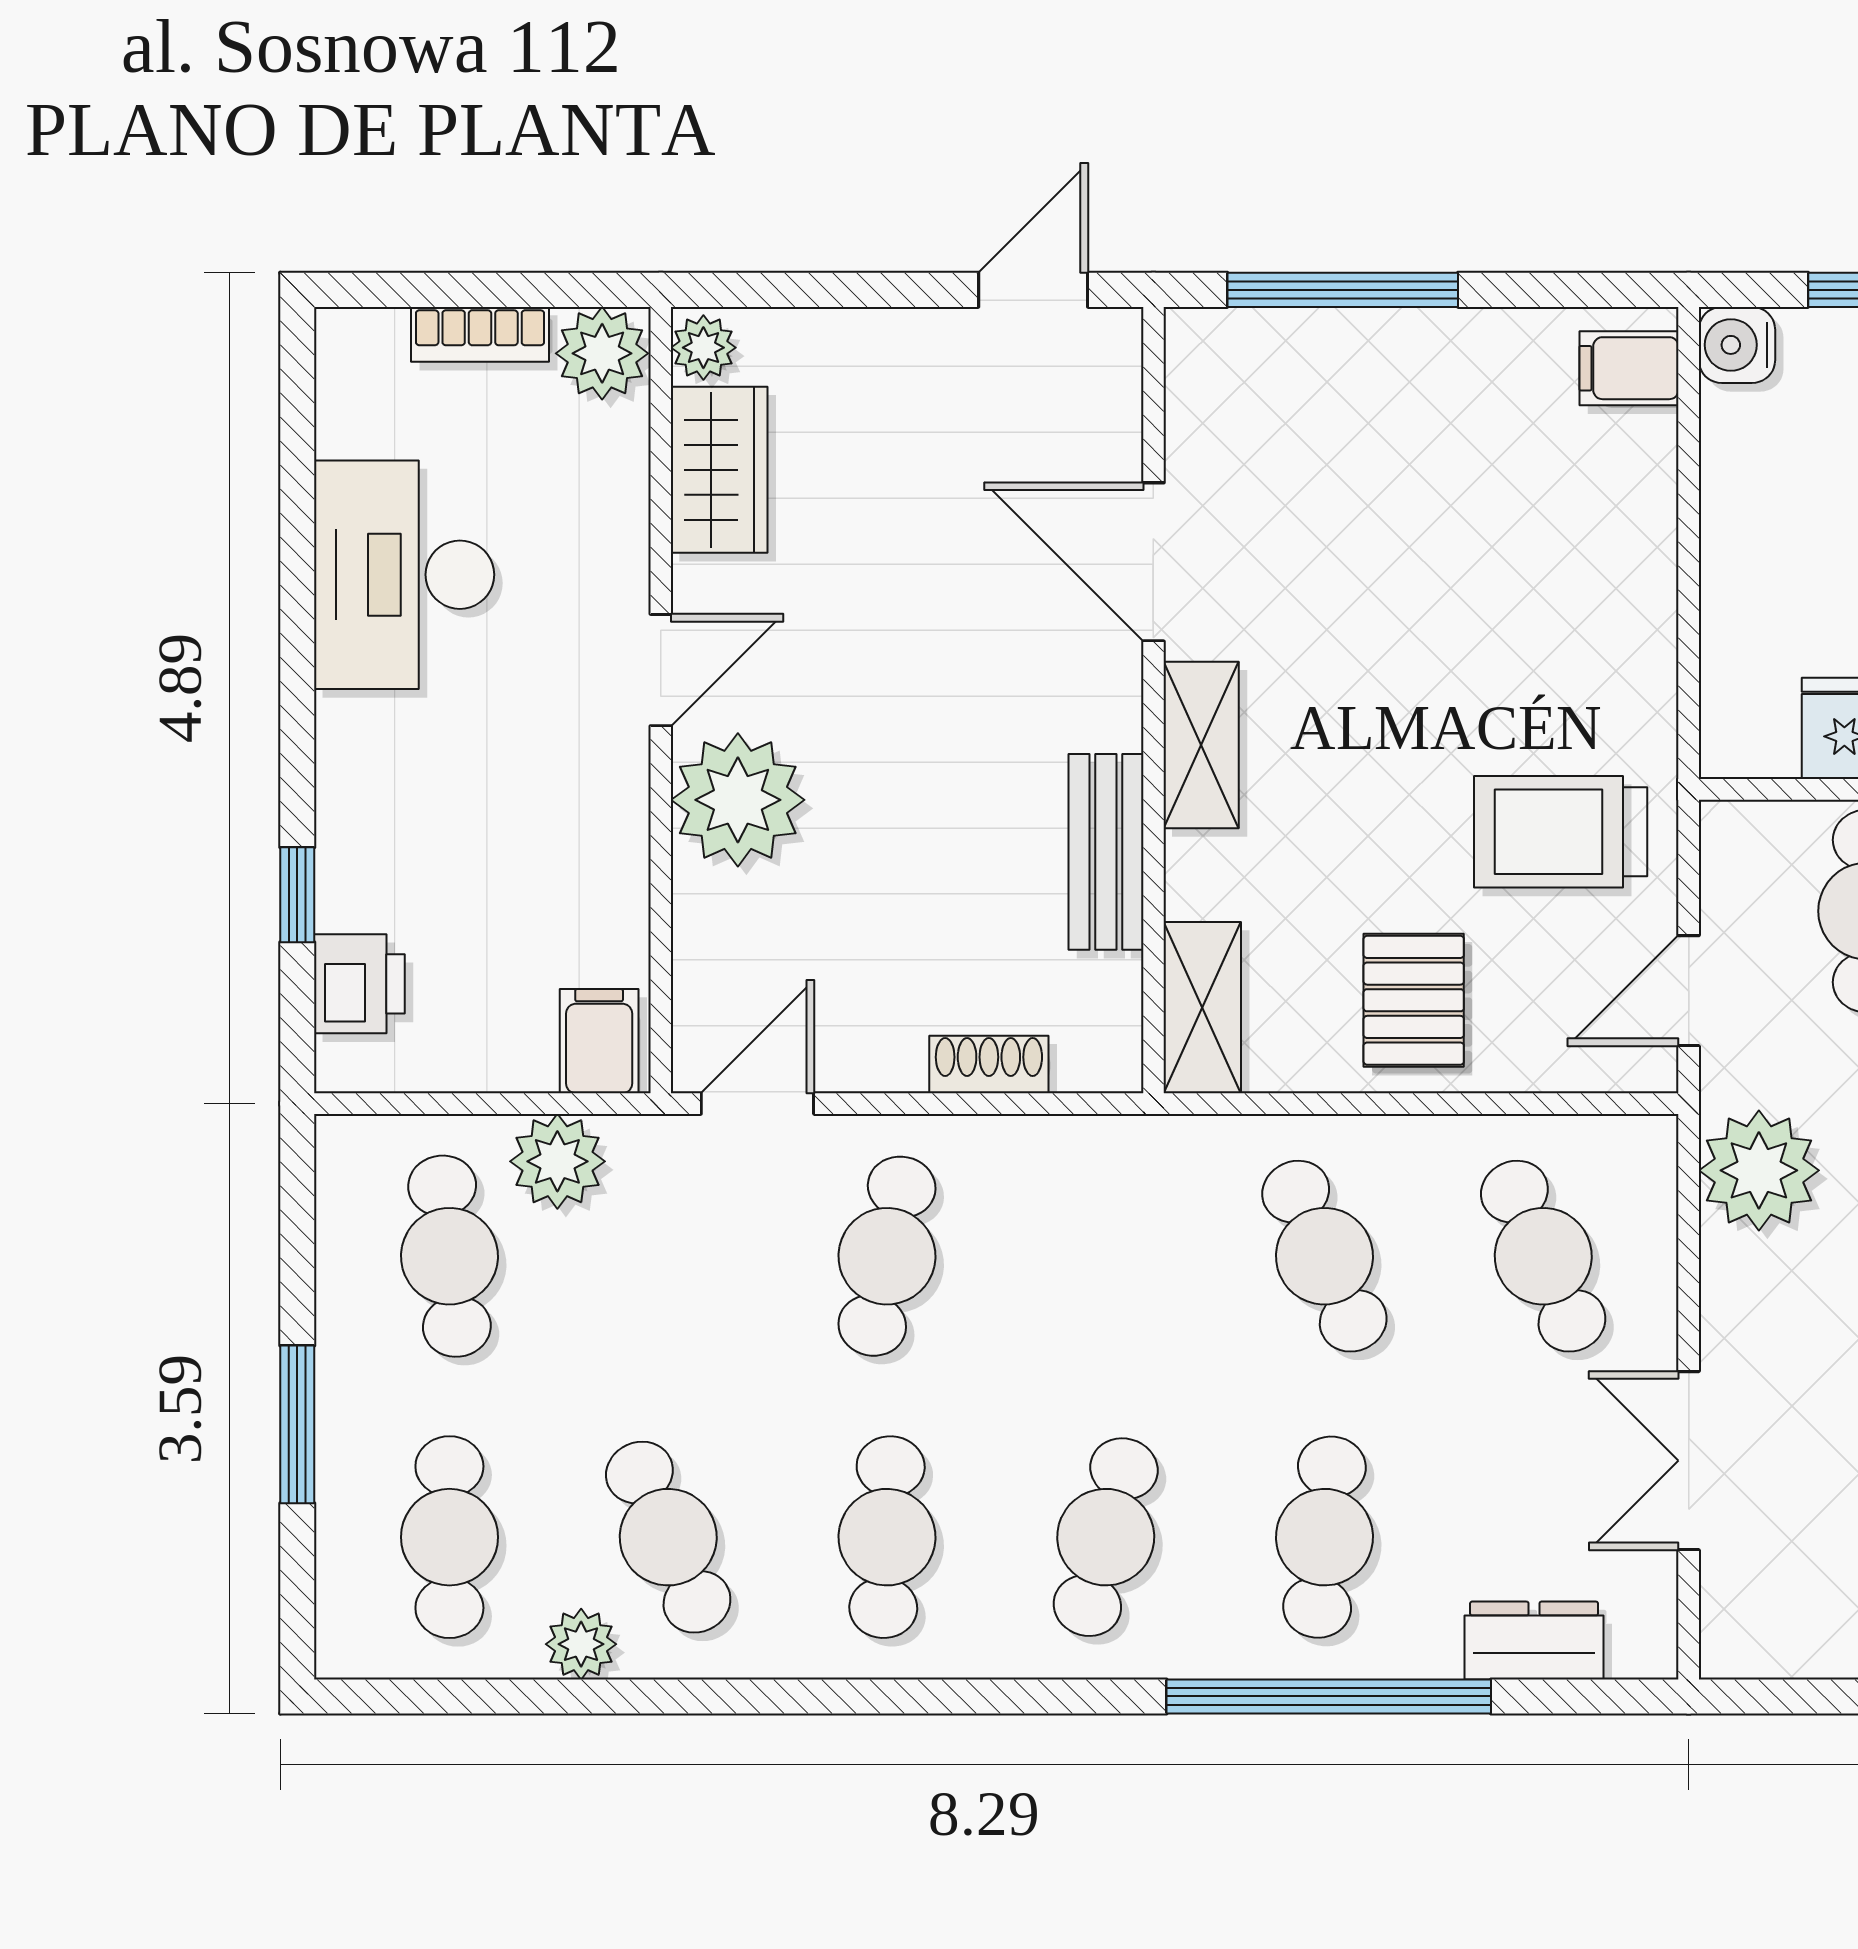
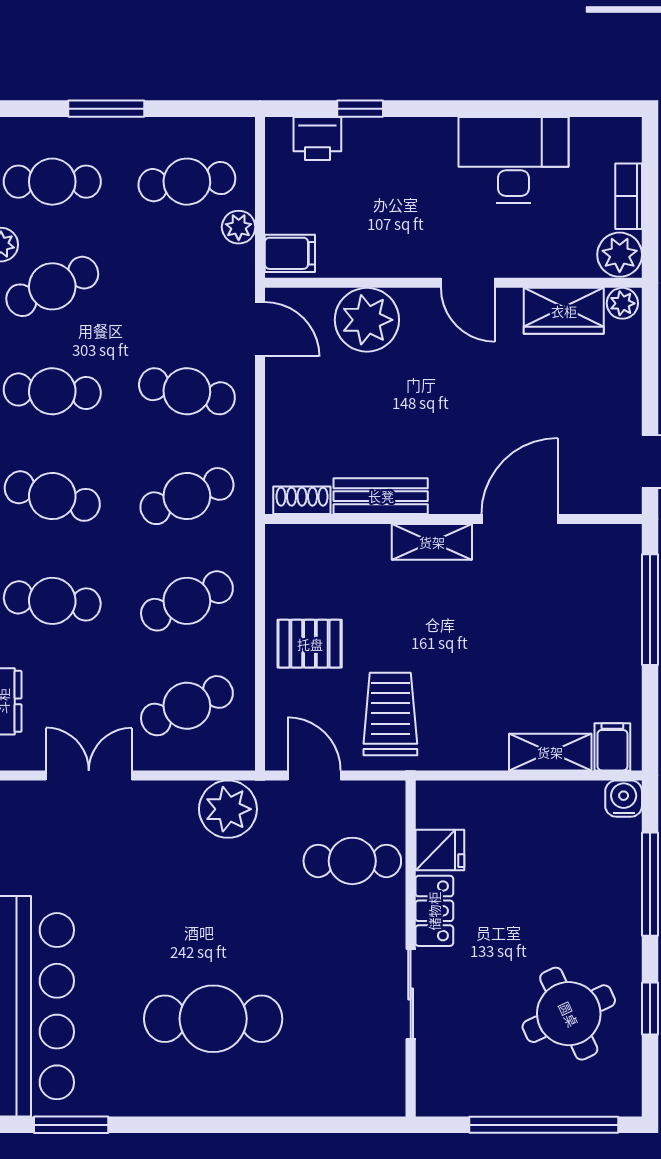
plant: (738, 800) -> (367, 320), moved
shelving: (1202, 1008) -> (550, 752), moved
shoe rack: (989, 1065) -> (302, 500), moved, turned -90
plant: (557, 1161) -> (239, 227), width x0.73, depth x0.73
cafe table: (1106, 1256) -> (187, 496), added

